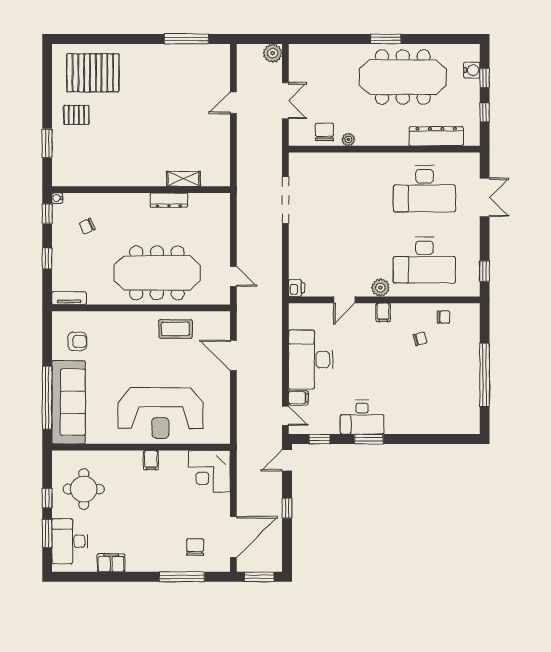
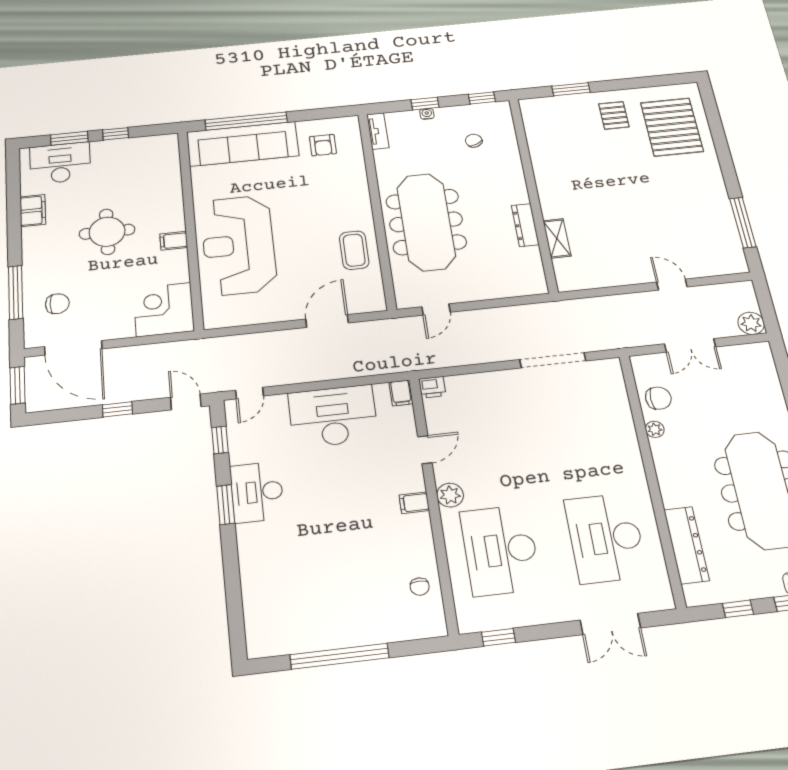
water cooler: (57, 198) -> (427, 114), moved
door: (344, 300) -> (425, 450), swing flipped
chair: (420, 339) -> (382, 557), removed
filing cabinet: (298, 398) -> (401, 393), moved
round table: (84, 489) -> (107, 232), moved

